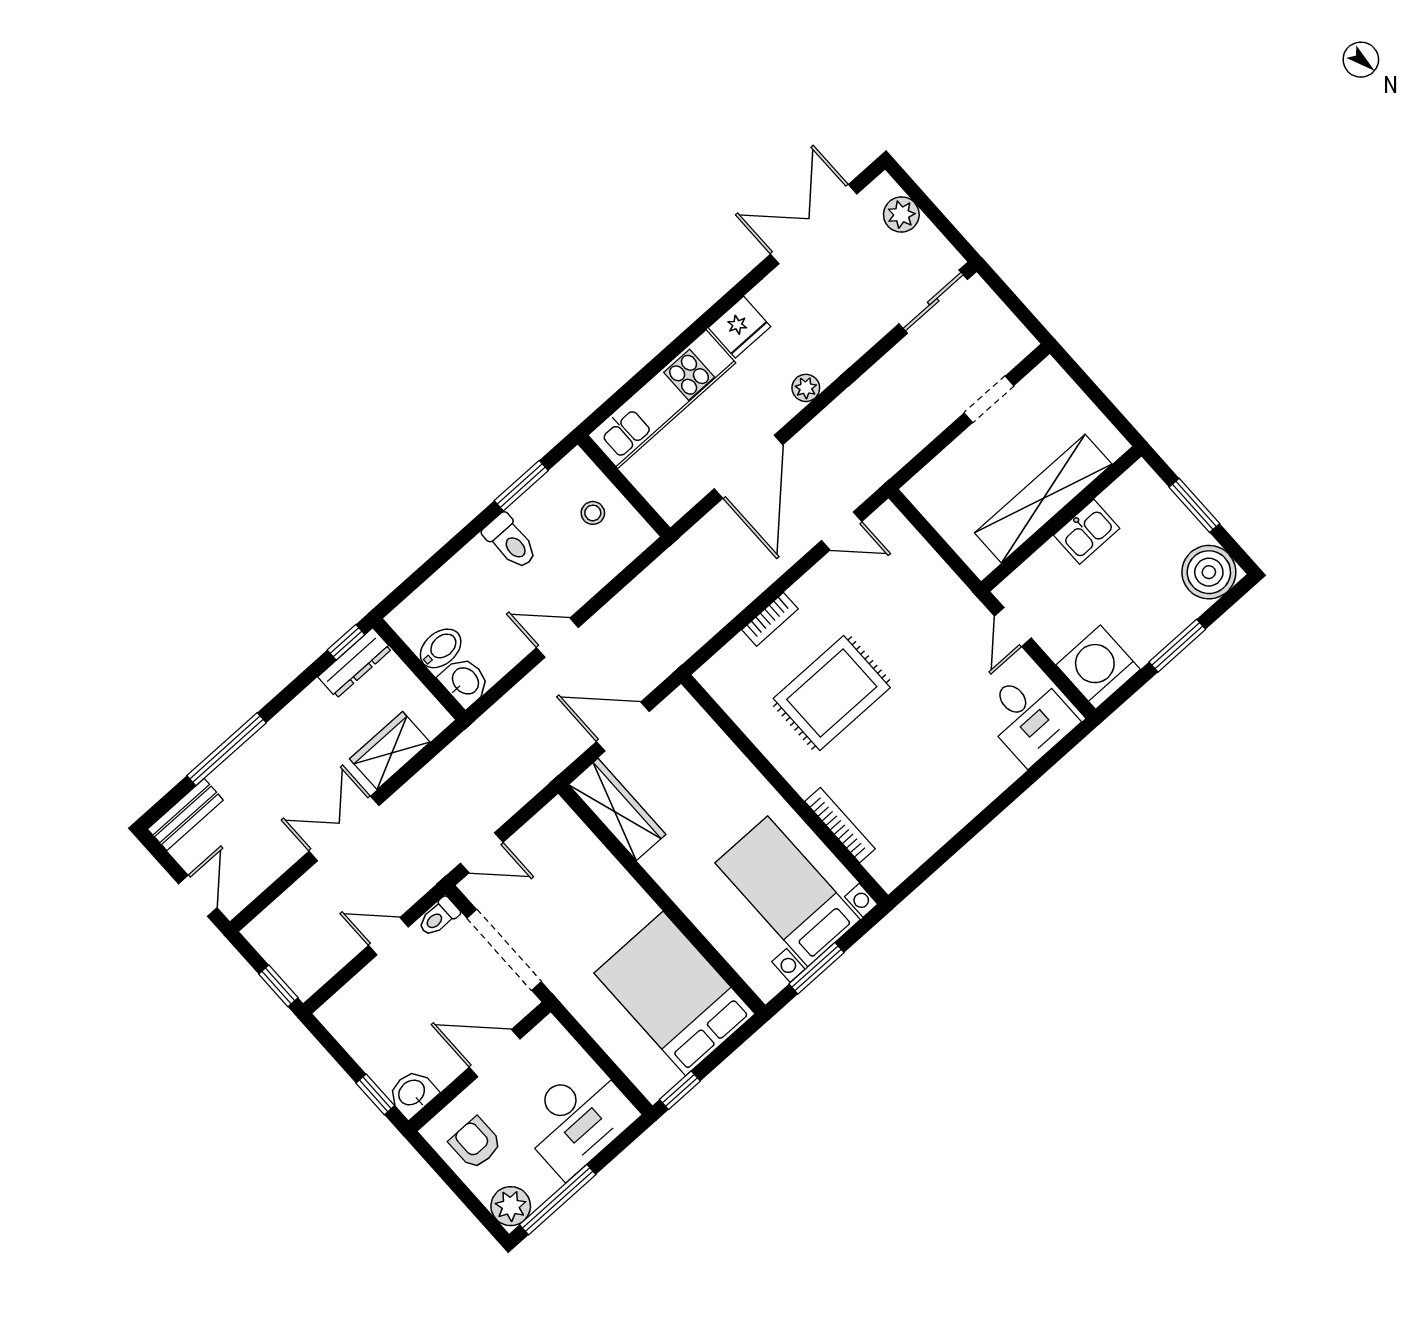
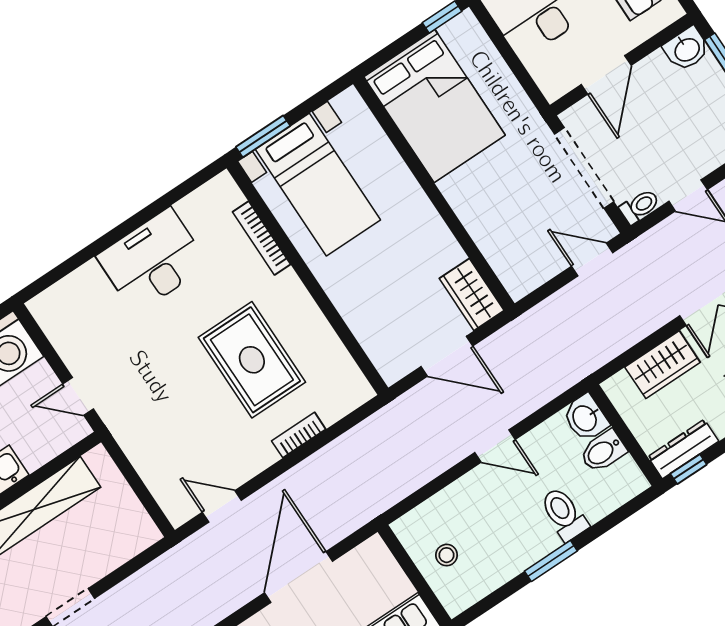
window: (521, 486) -> (551, 561), moved
toilet: (510, 542) -> (564, 514), moved
door: (1013, 627) -> (78, 396), swing flipped
rug: (832, 693) -> (252, 360), turned 90
desk: (1029, 717) -> (153, 261), moved, width x1.37
wardrobe: (617, 809) -> (472, 294), width x0.67
window: (816, 968) -> (263, 136), moved
door: (495, 1053) -> (606, 75), hinge flipped

